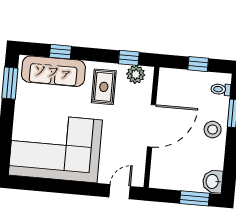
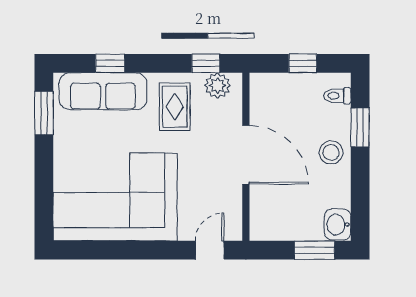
door: (152, 126) -> (246, 155), hinge flipped

